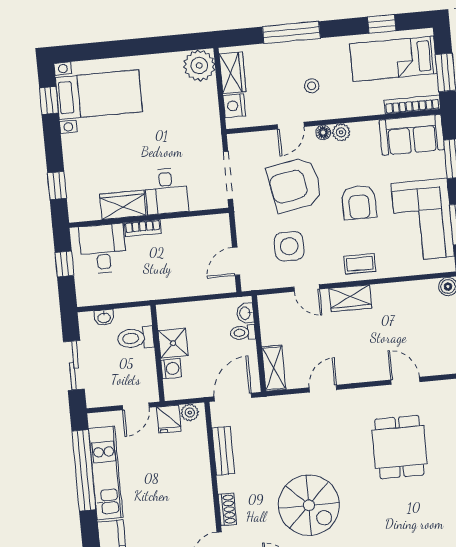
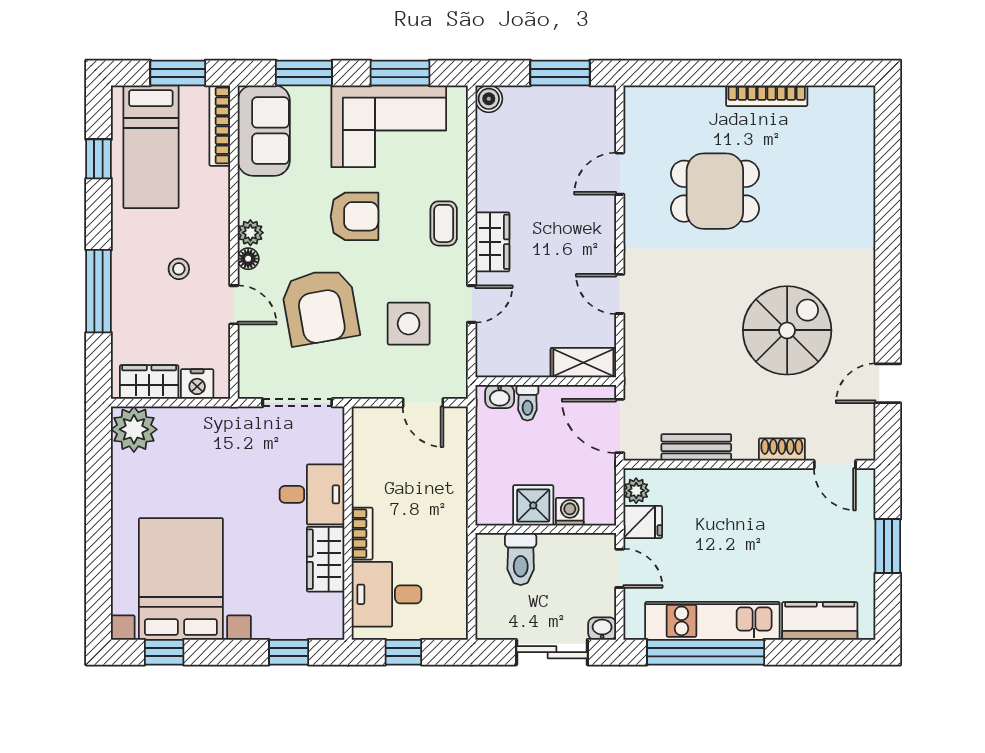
bed with nightstands: (99, 95) -> (181, 579), width x1.36
washbasin: (104, 317) -> (602, 629), moved, turned -90

